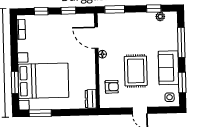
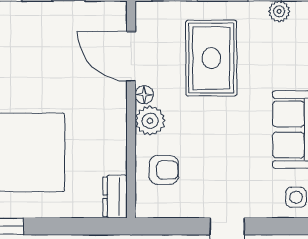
plant: (105, 66) -> (150, 121), added
rug: (136, 71) -> (211, 58), moved

